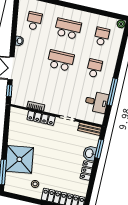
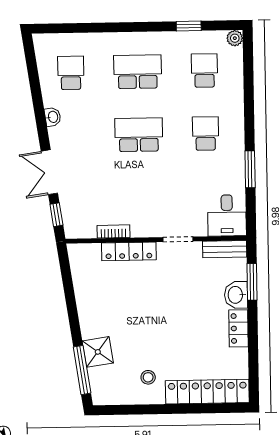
window: (99, 12) -> (189, 26), added
window: (112, 92) -> (250, 169), width x0.69
desk: (96, 102) -> (227, 215), moved, turned 90
shower: (19, 159) -> (98, 352), width x0.54, depth x0.54

